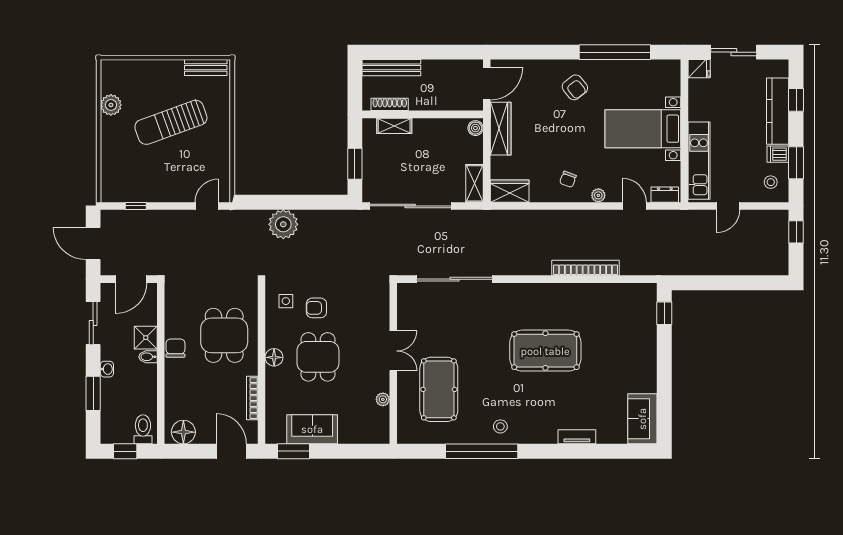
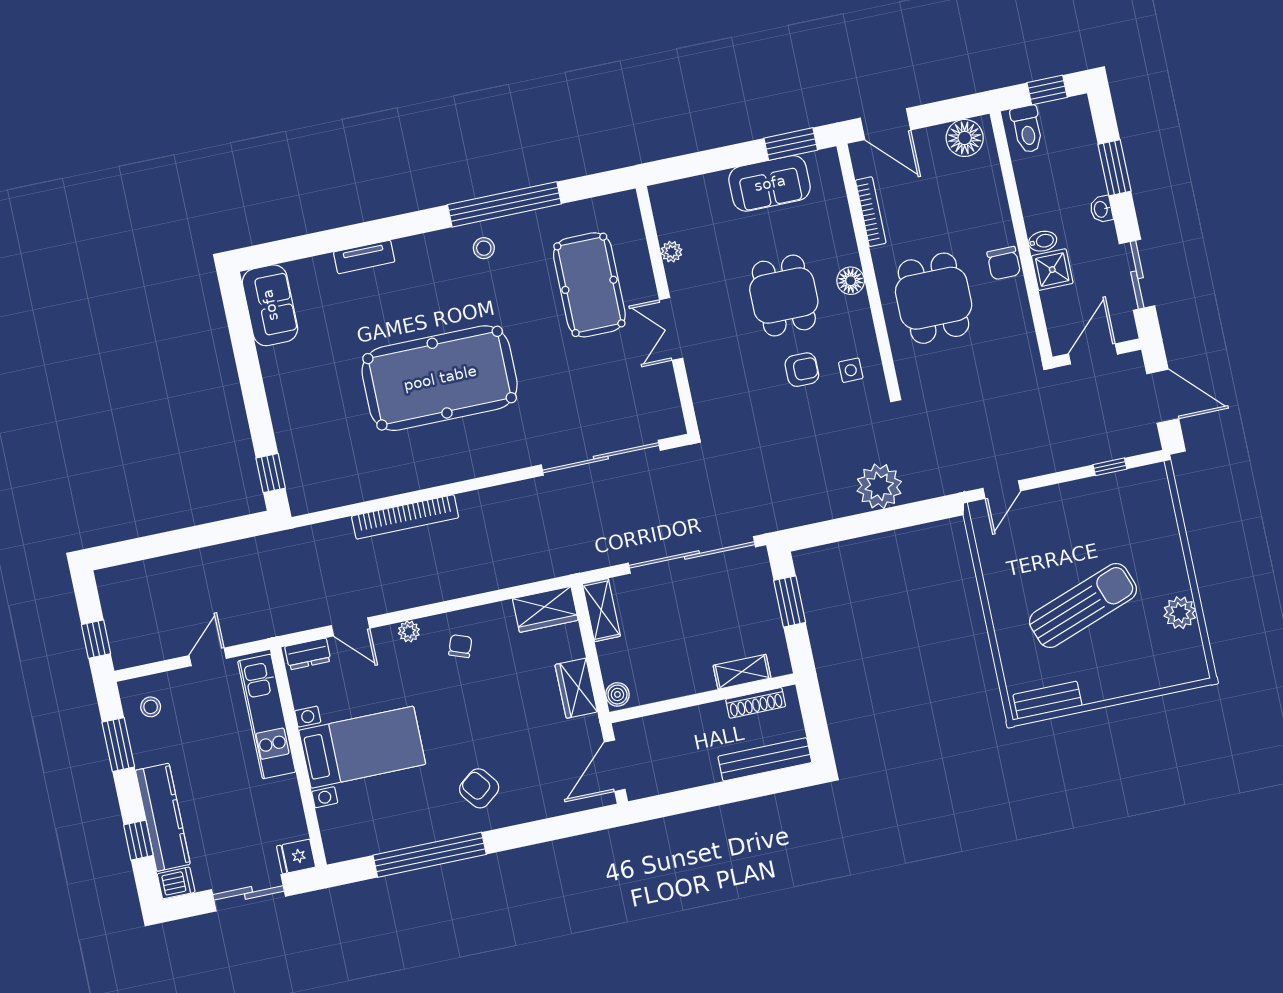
wardrobe: (501, 129) -> (576, 688), width x0.67
dishwasher: (778, 154) -> (176, 883), moved
pool table: (545, 351) -> (440, 378), width x1.36, depth x1.32

